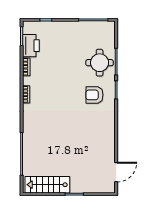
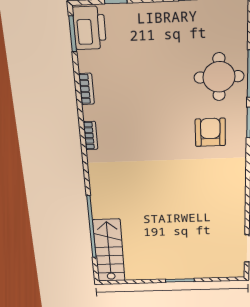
printer: (31, 46) -> (89, 28), moved
armchair: (94, 95) -> (210, 132), turned 90
stairs: (47, 185) -> (109, 251), moved, turned 90

